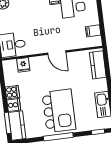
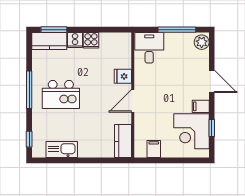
fridge: (23, 65) -> (123, 76), moved
kitchen counter: (98, 65) -> (123, 141), moved, turned -90
kitchen island: (59, 111) -> (61, 94), width x0.73, depth x0.78

